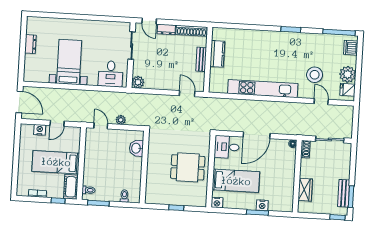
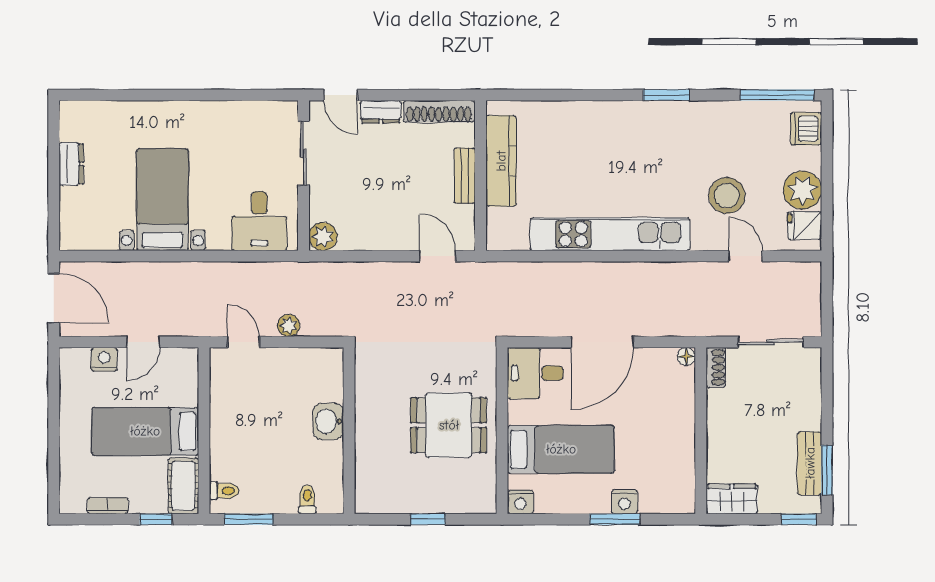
kitchen counter: (217, 54) -> (501, 161), width x1.50
washbasin: (136, 148) -> (328, 421), moved
wardrobe: (305, 190) -> (732, 499), moved, turned -90

